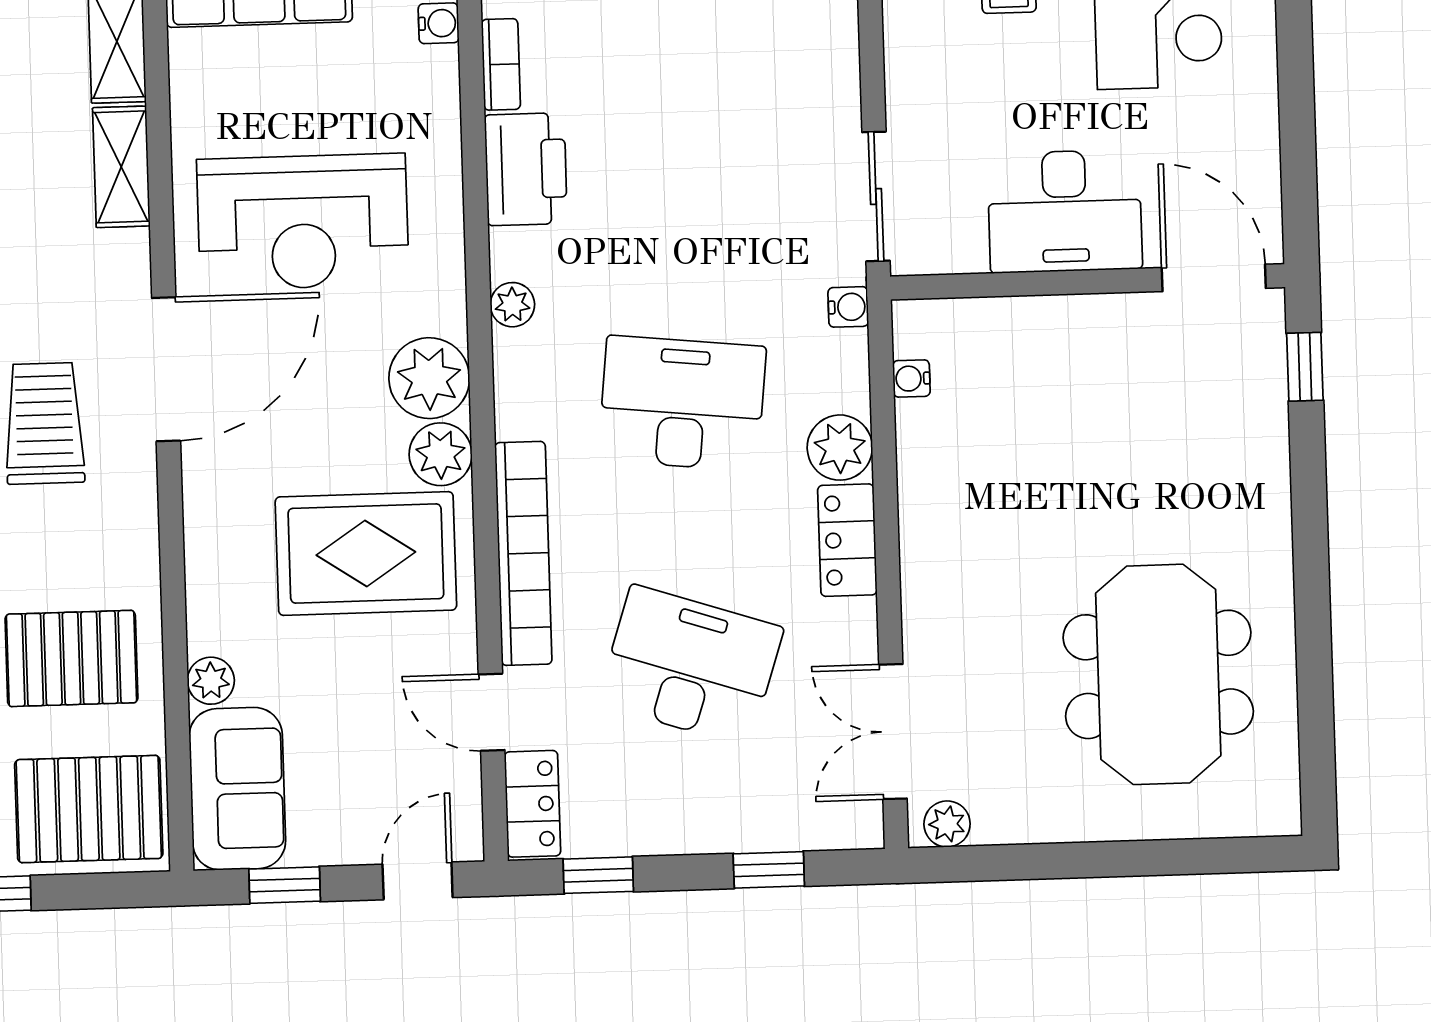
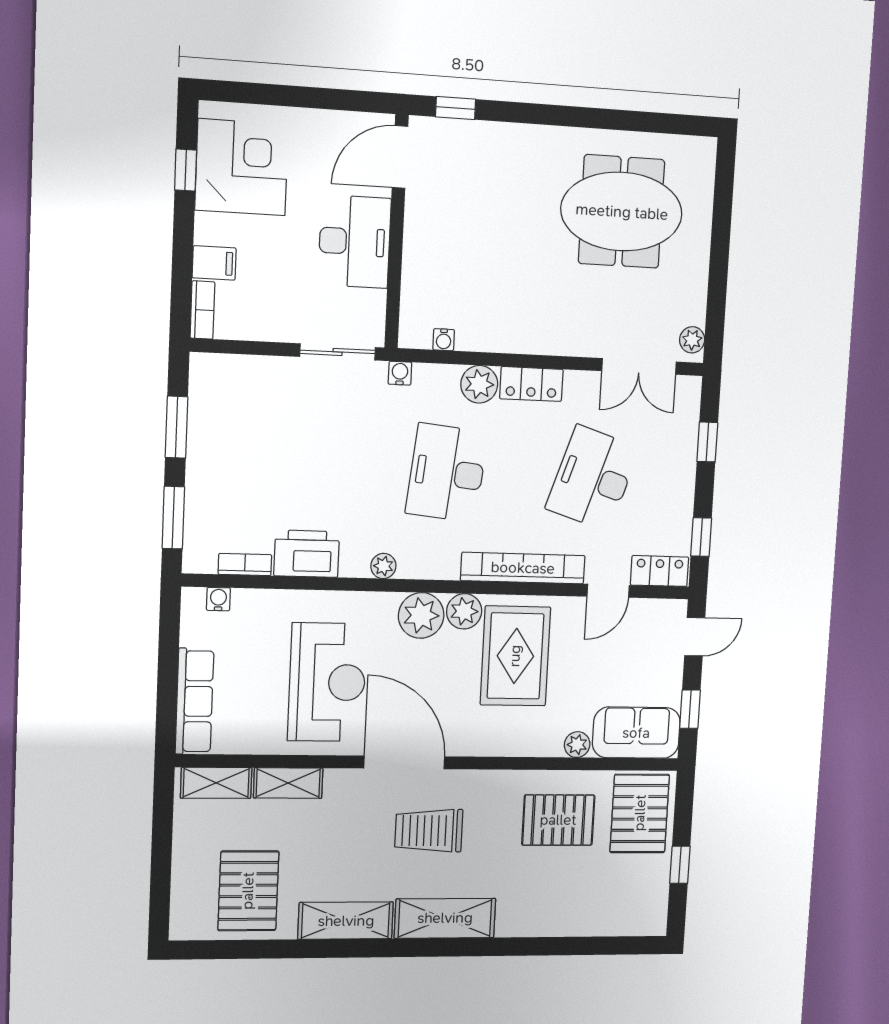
pallet: (71, 658) -> (558, 820), turned 90
door: (418, 881) -> (695, 637), swing flipped

